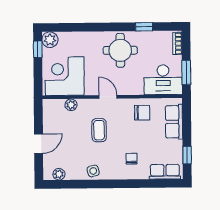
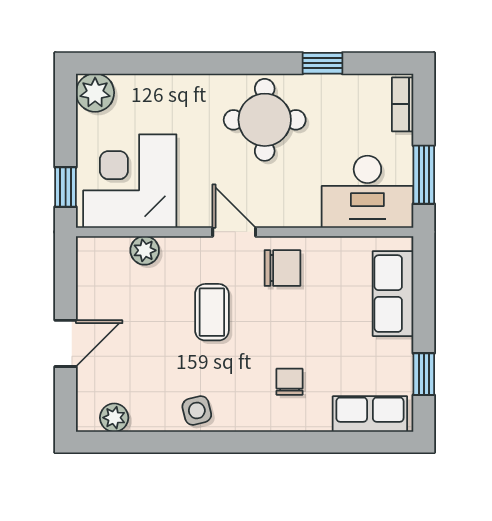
window: (38, 49) -> (66, 187), moved
chair: (142, 113) -> (282, 268), moved

